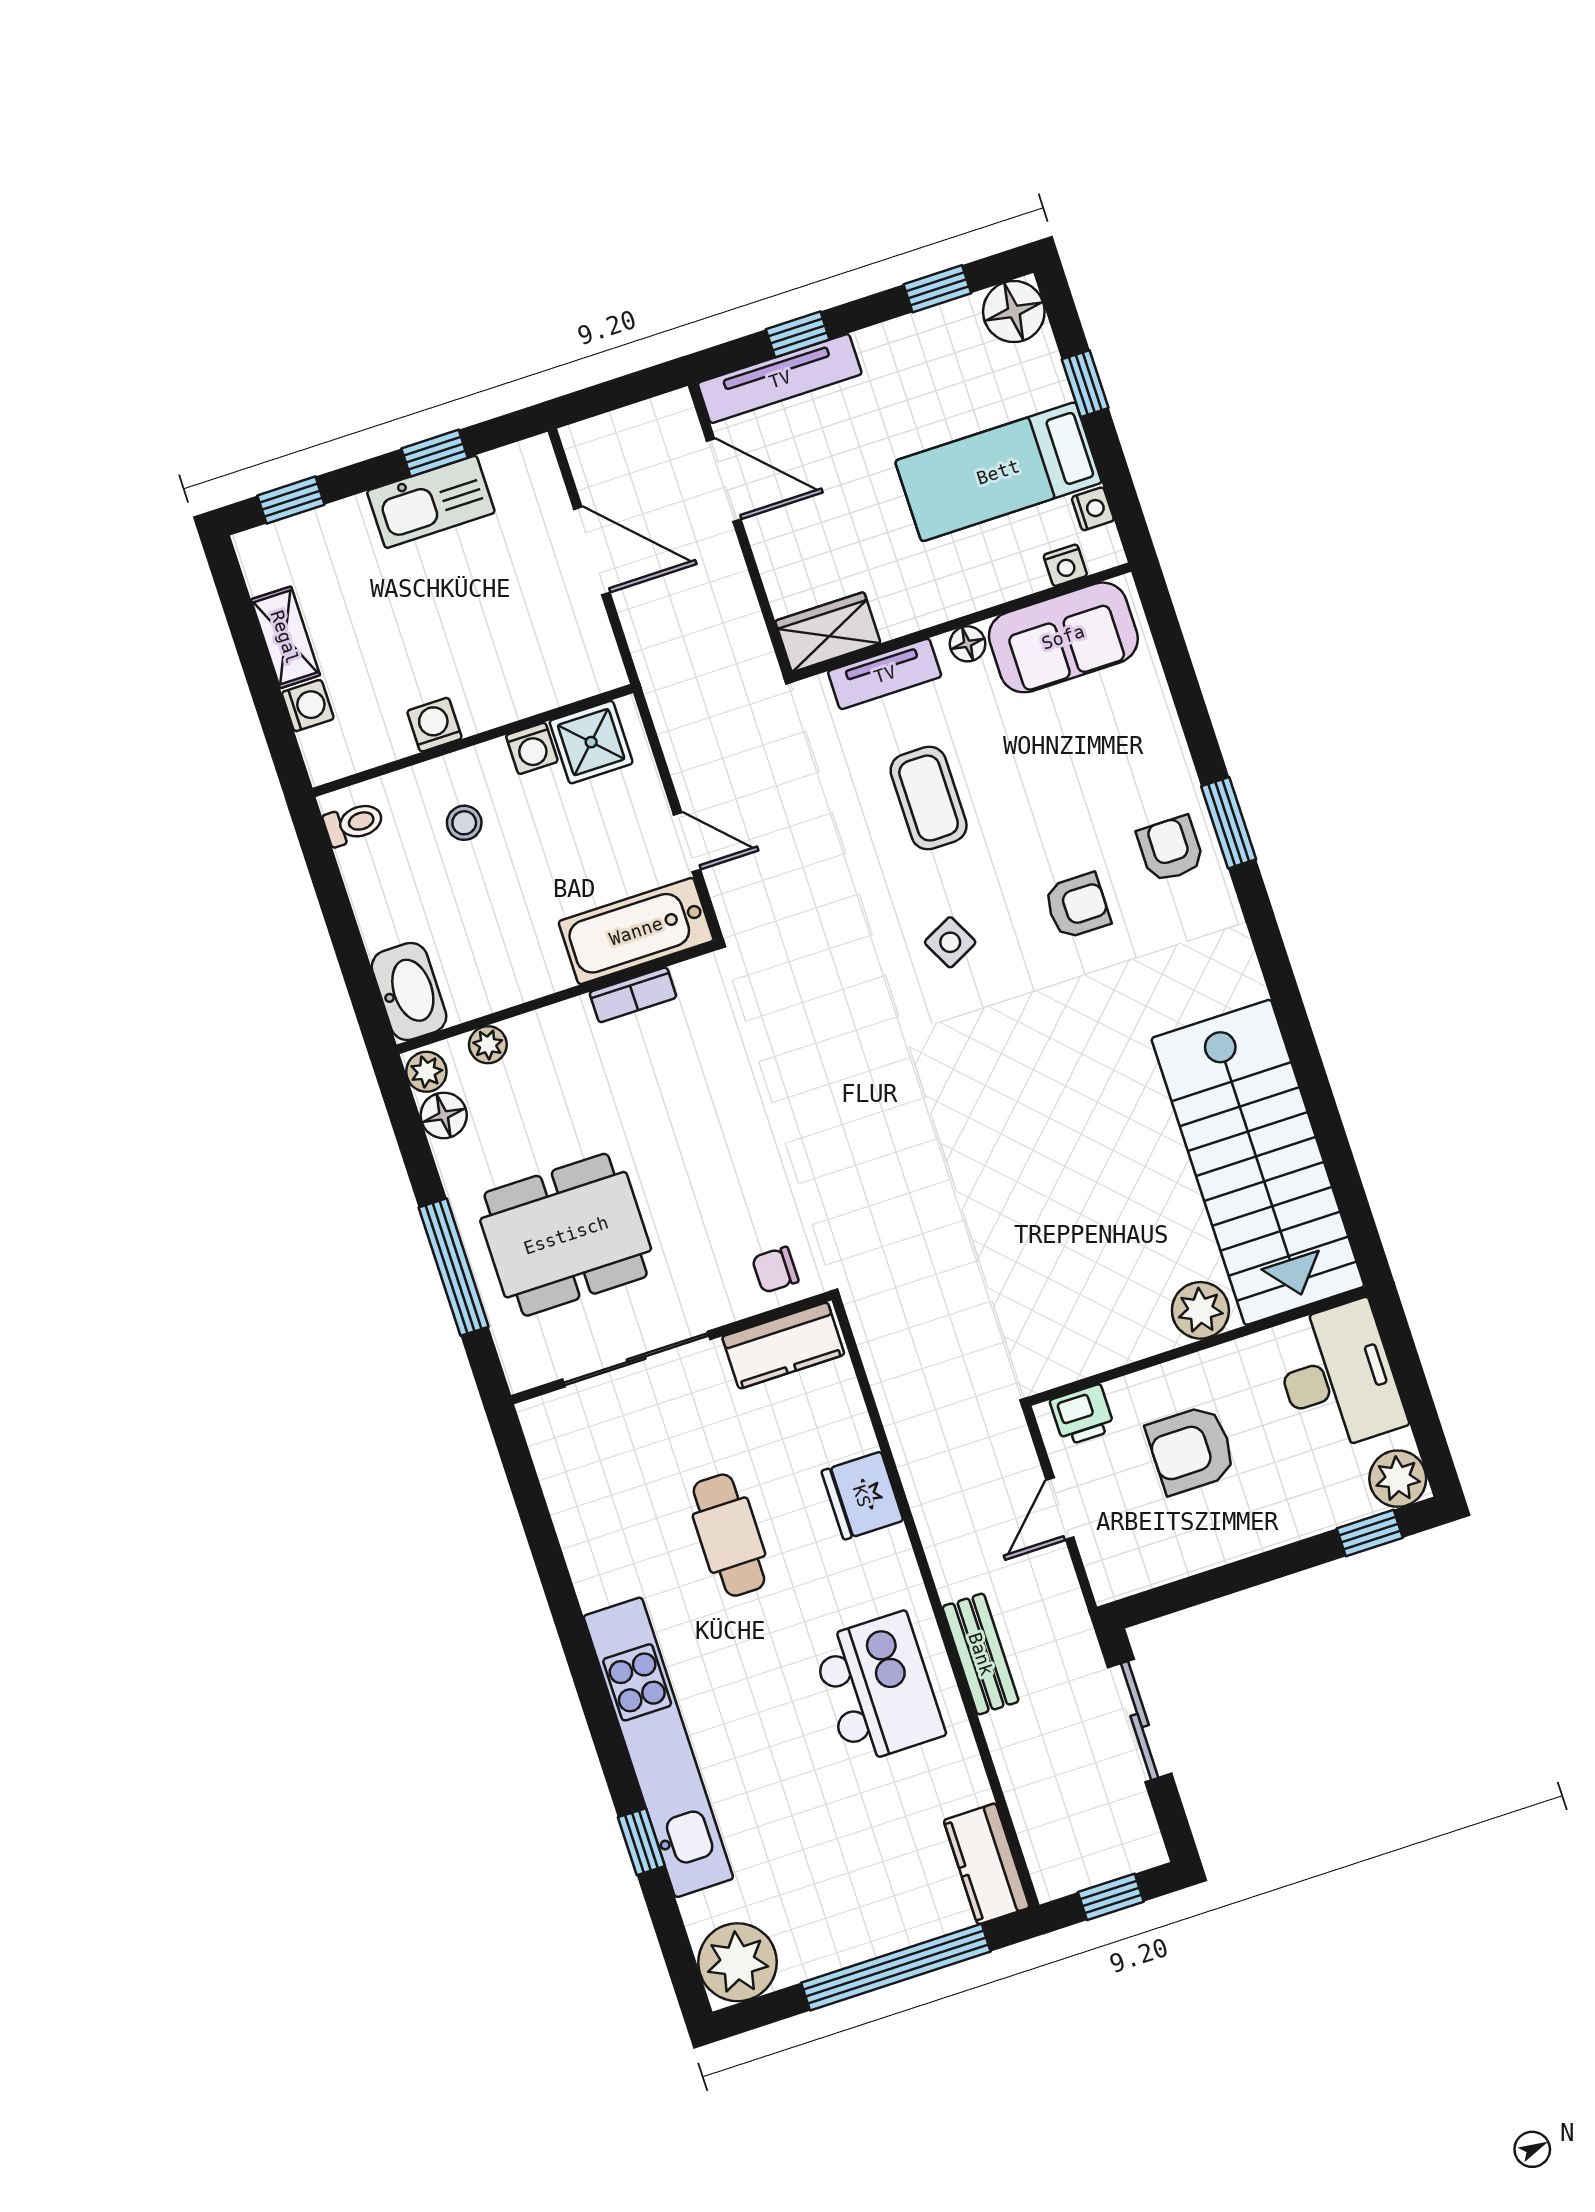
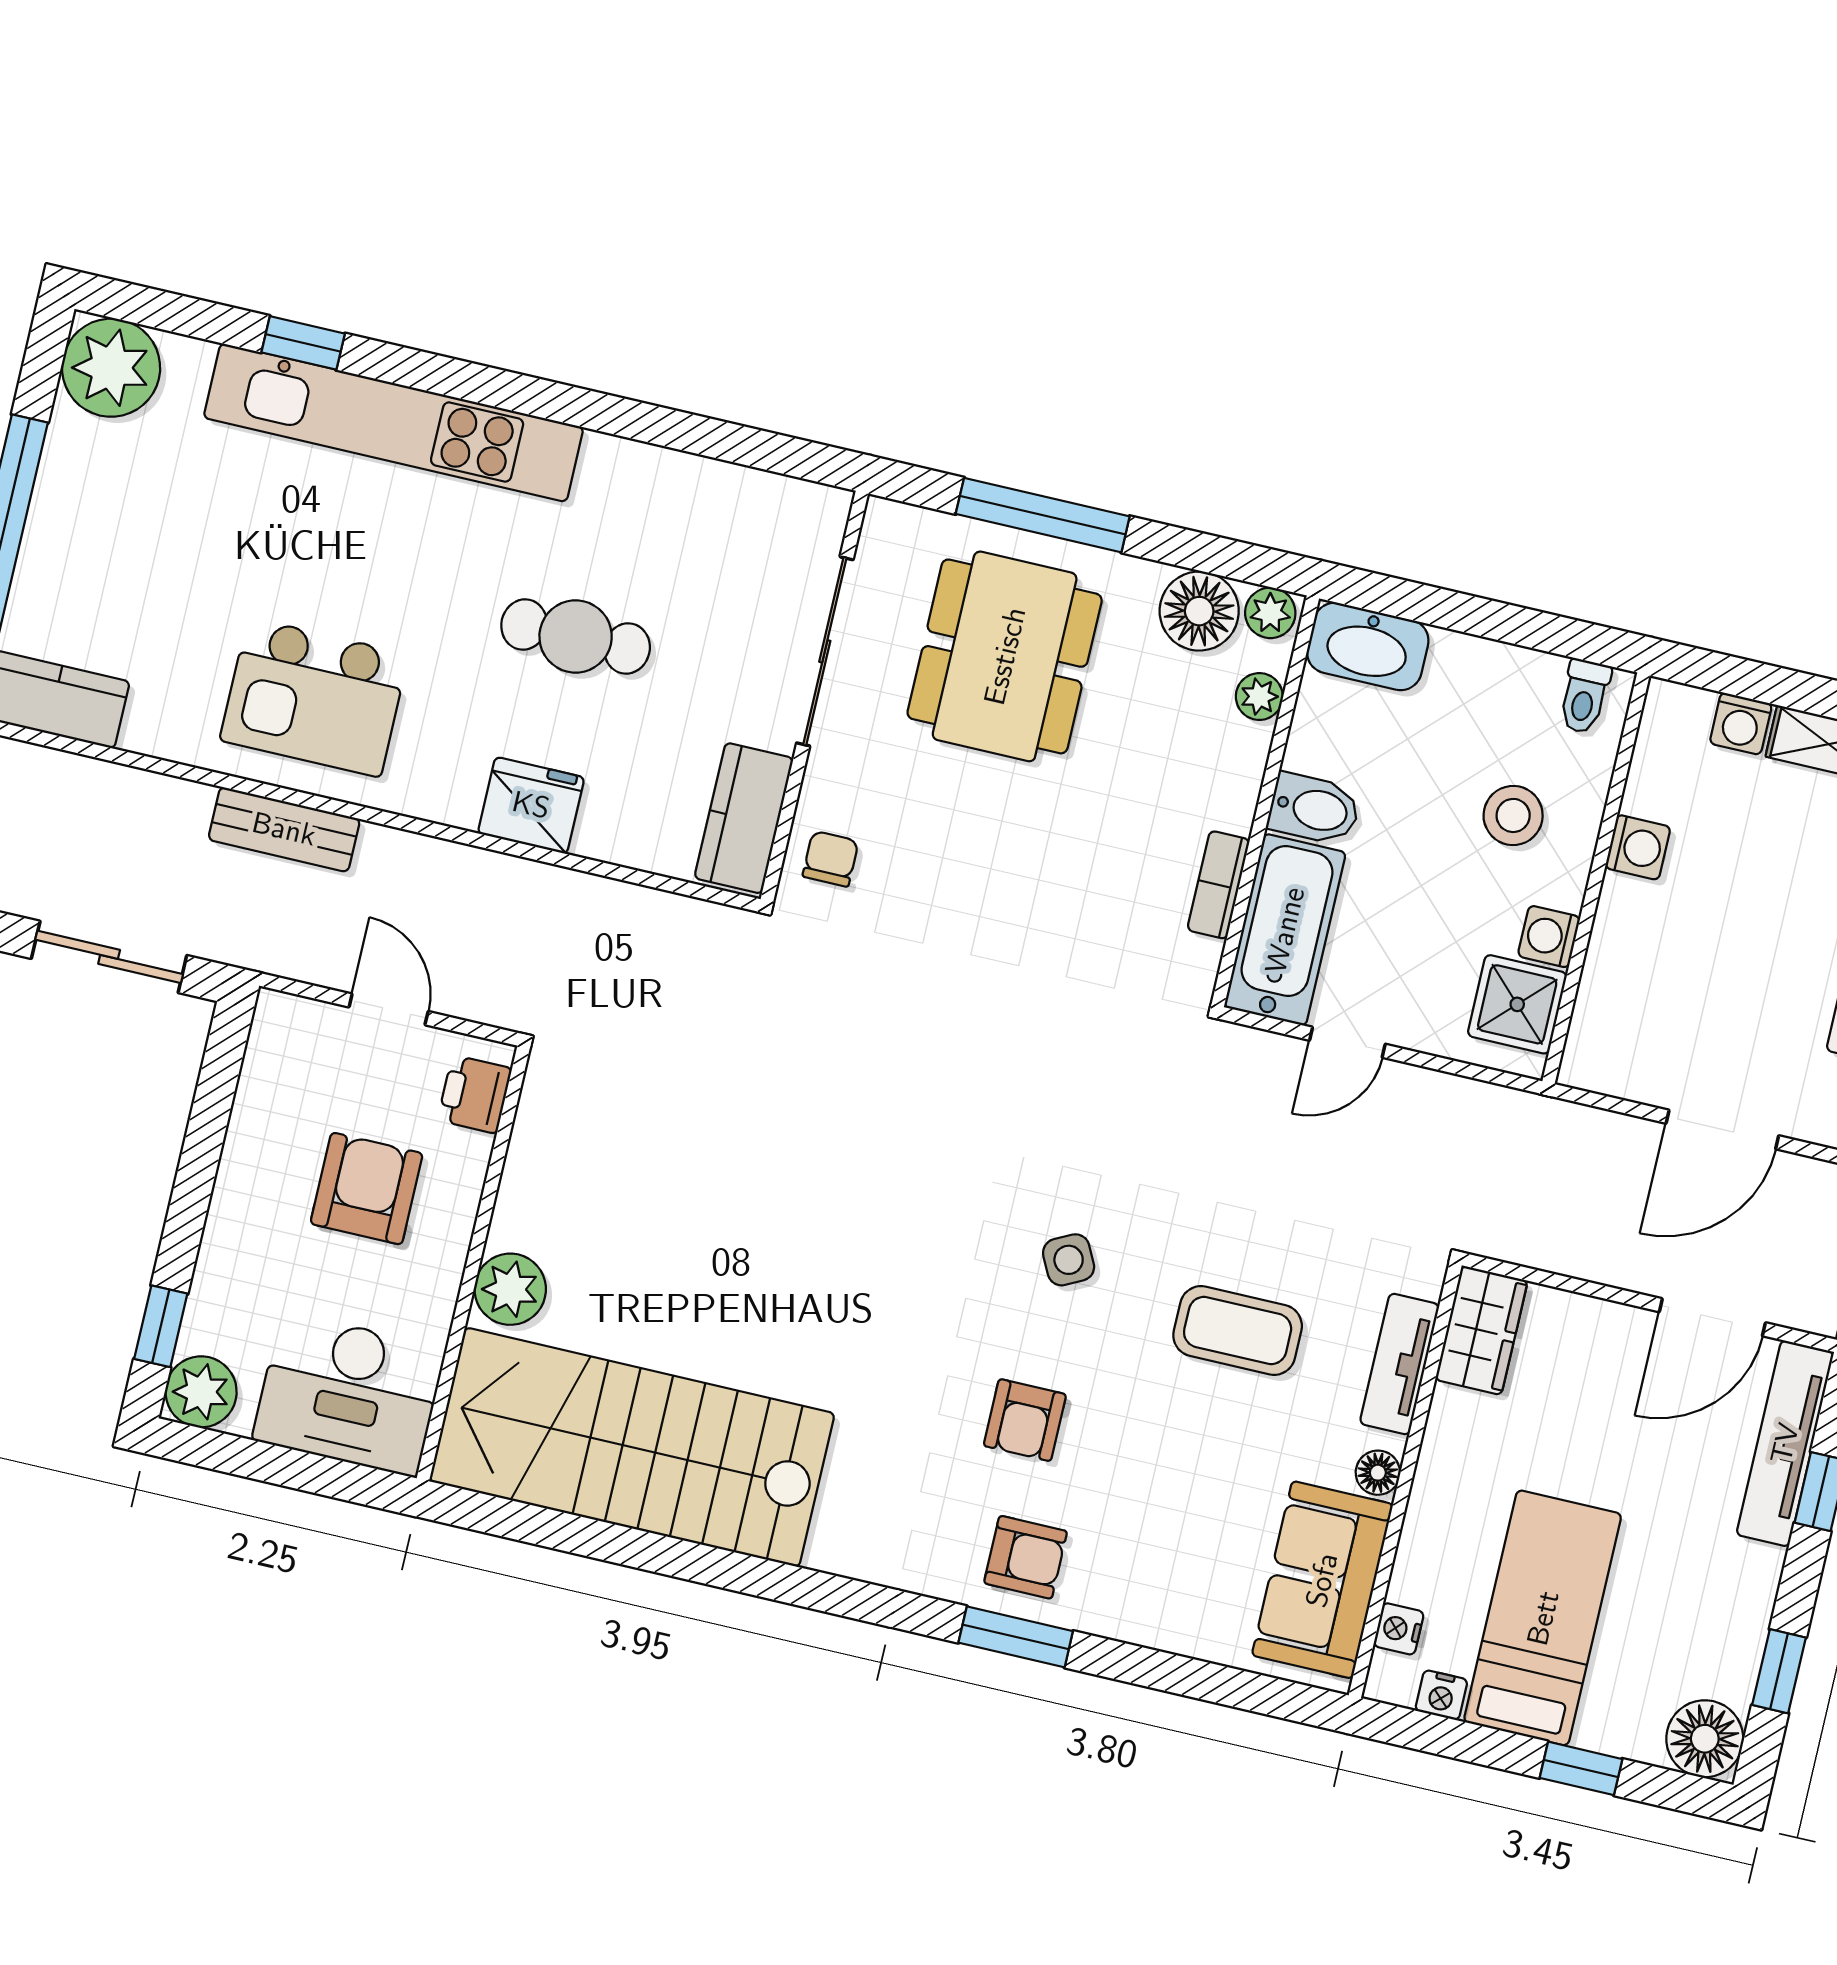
stool: (464, 823) -> (1513, 815), width x1.37, depth x1.37
bidet: (542, 961) -> (1314, 809), added
floor lamp: (444, 1115) -> (1199, 611), width x1.38, depth x1.38

